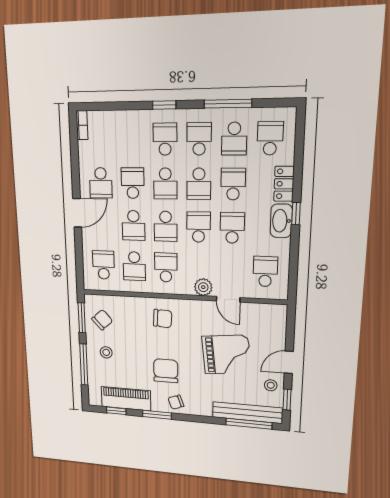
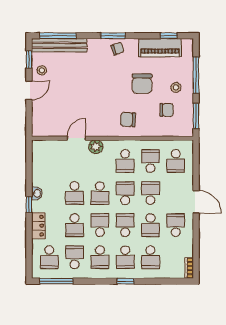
window: (228, 104) -> (56, 281), moved
door: (77, 213) -> (196, 202), swing flipped
washbasin: (281, 221) -> (37, 193), width x0.52, depth x0.69
school desk: (265, 272) -> (150, 257), moved
door: (228, 299) -> (76, 138), hinge flipped
chair: (102, 320) -> (167, 110), moved, turned -138
grand piano: (226, 354) -> (77, 93), removed
chair: (166, 371) -> (142, 84), moved
window: (157, 415) -> (113, 36), moved

